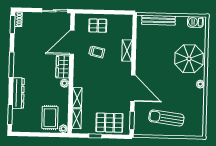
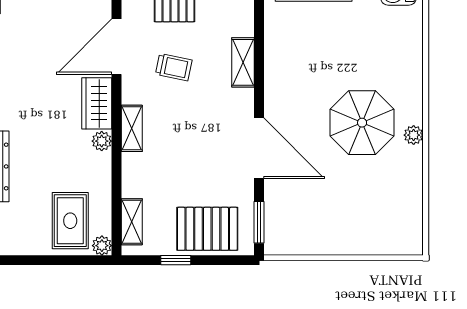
parasol: (189, 59) -> (362, 123), moved
shelving: (77, 98) -> (132, 128), moved
sun lounger: (166, 118) -> (338, 215), removed

